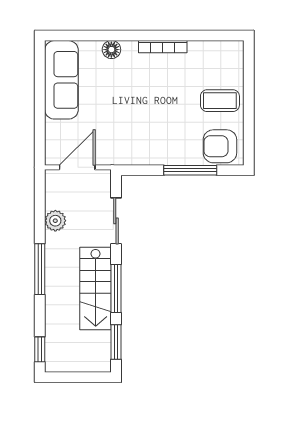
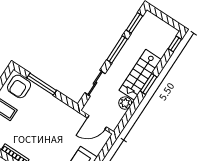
armchair: (220, 146) -> (19, 86), turned 90
window: (40, 269) -> (149, 84), width x0.69
stairs: (96, 288) -> (140, 75), moved, turned 180

